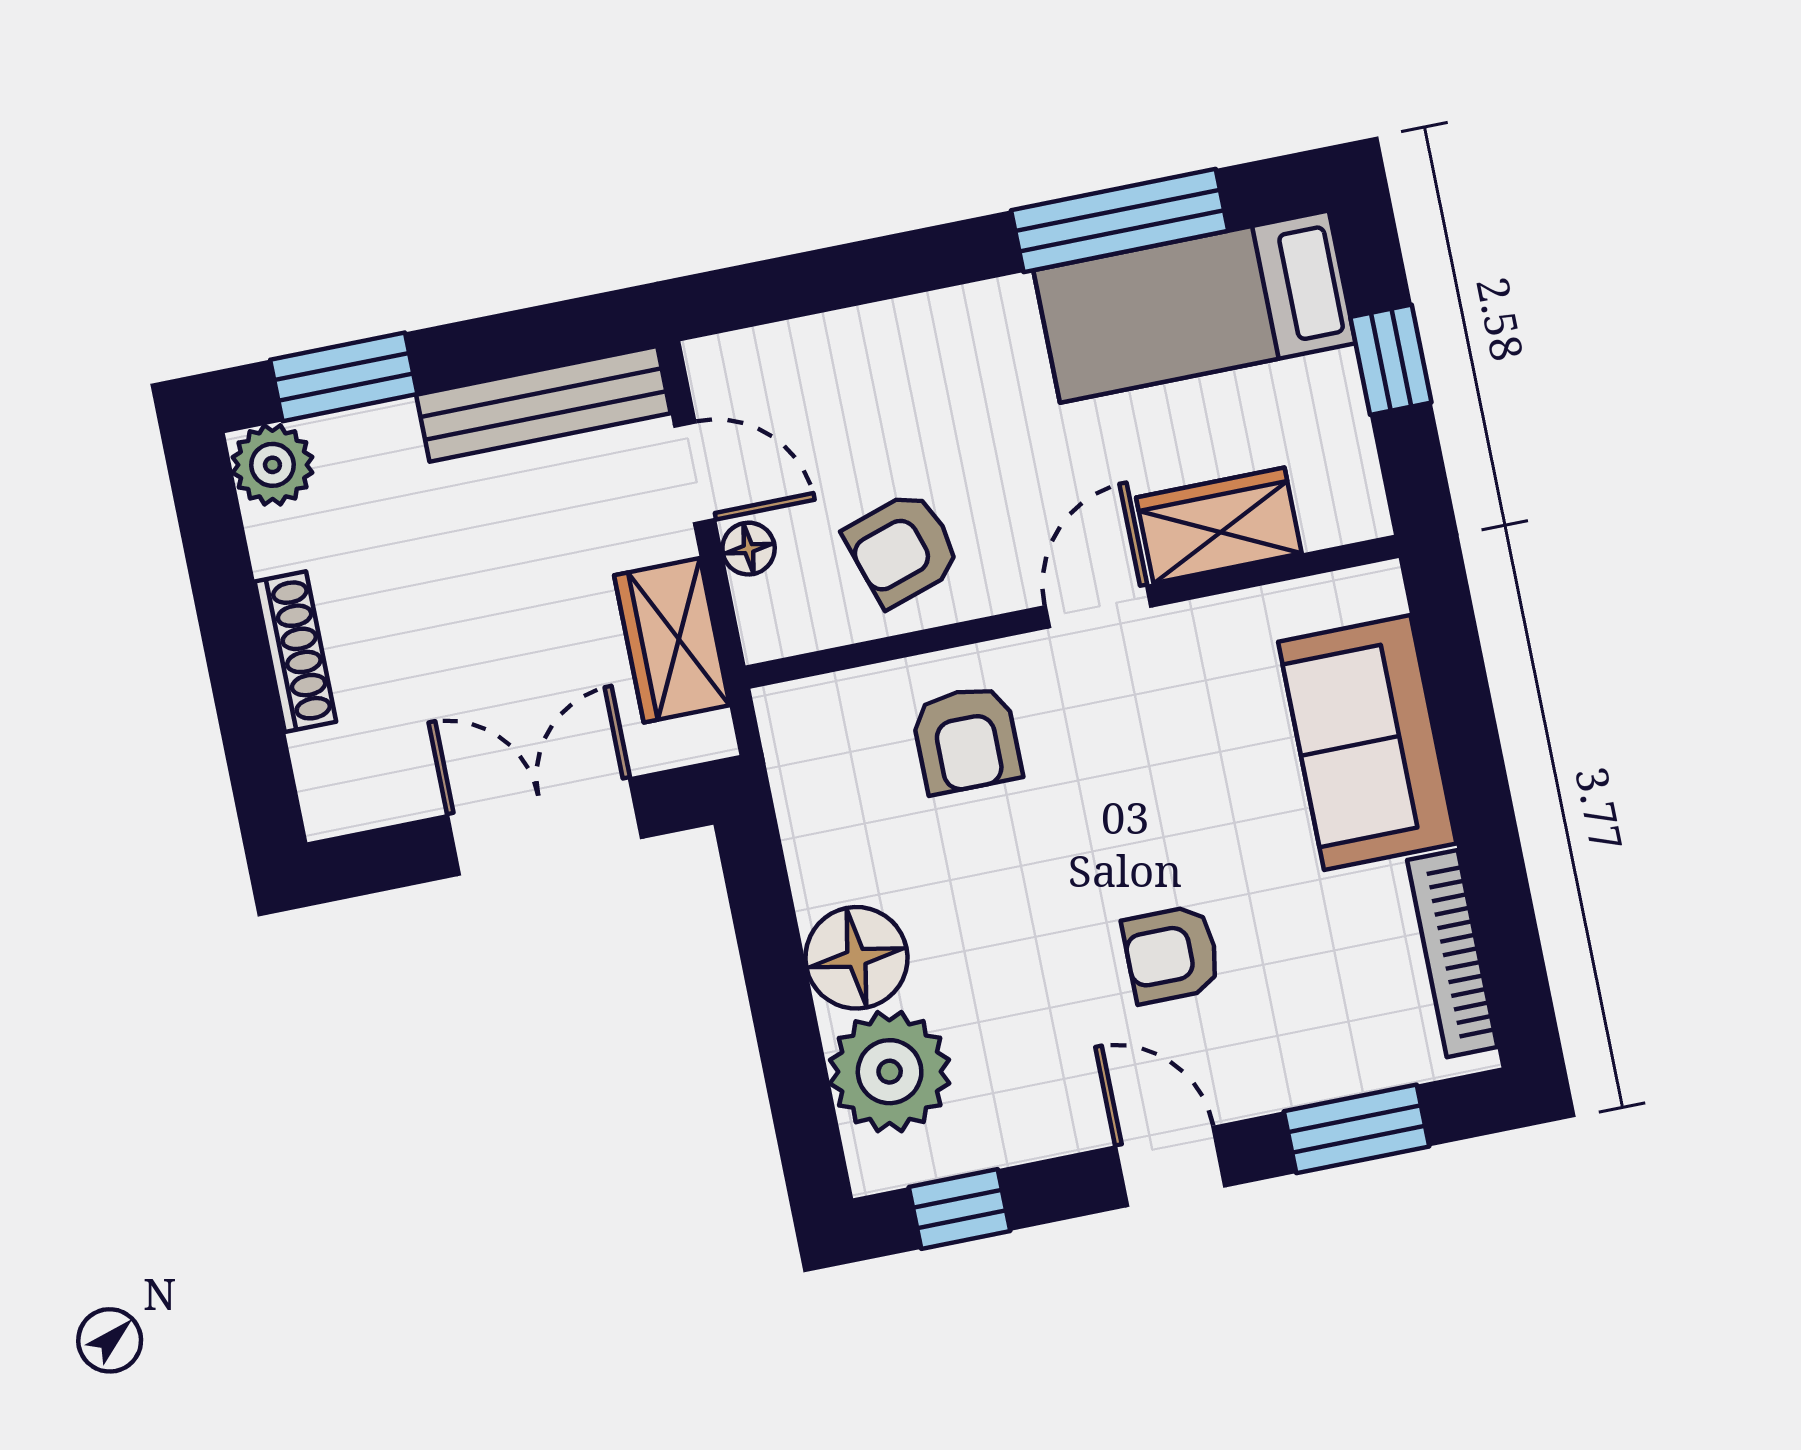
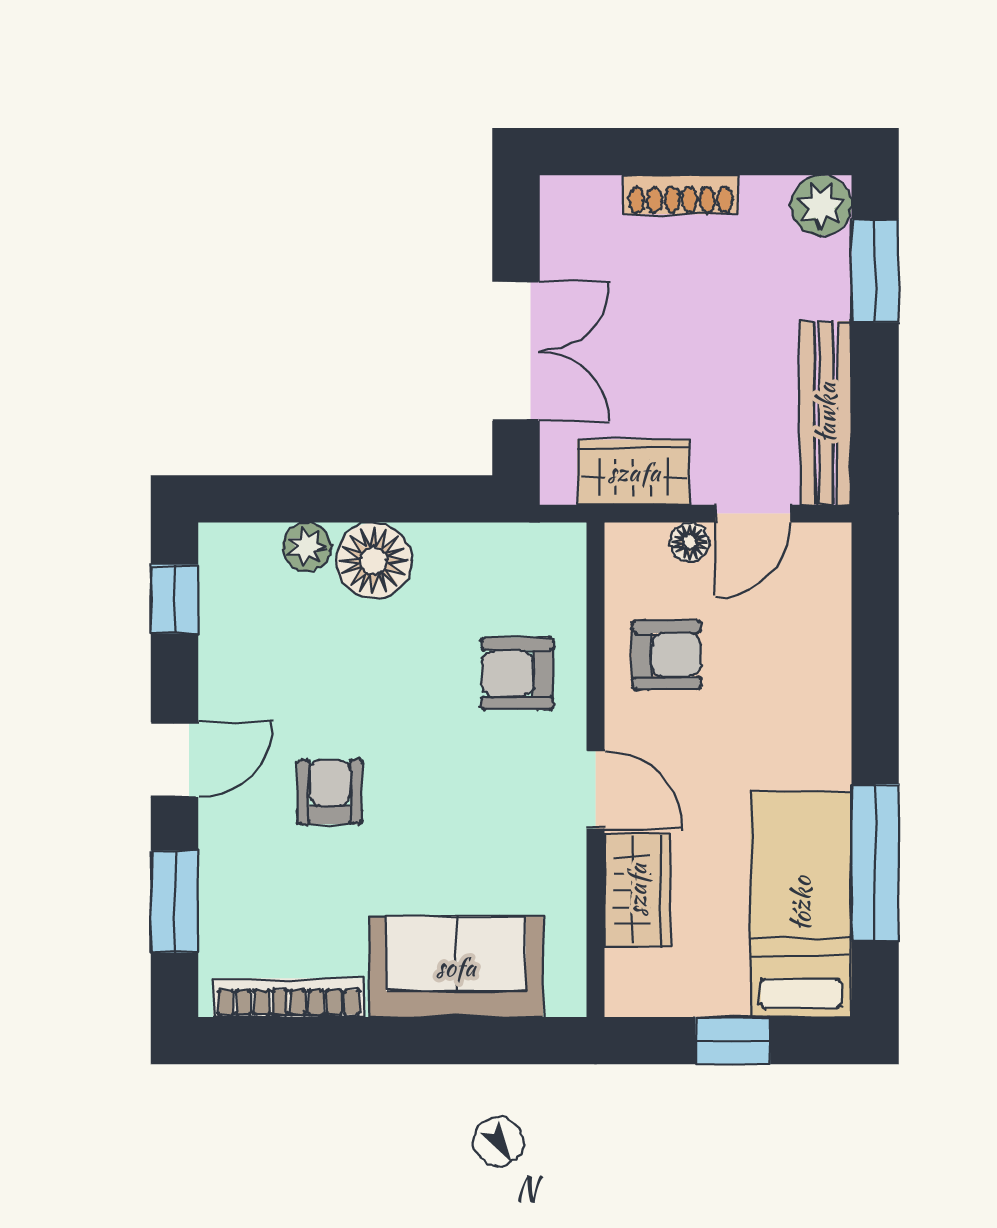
armchair: (903, 549) -> (667, 655), turned 108
plant: (890, 1072) -> (307, 547), width x0.53, depth x0.53

